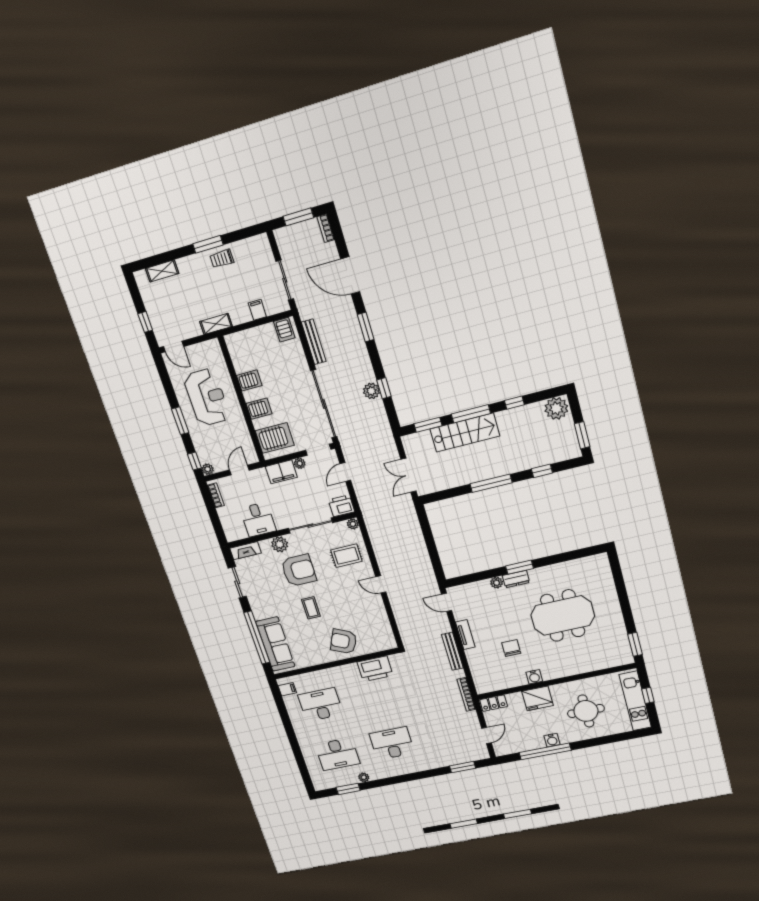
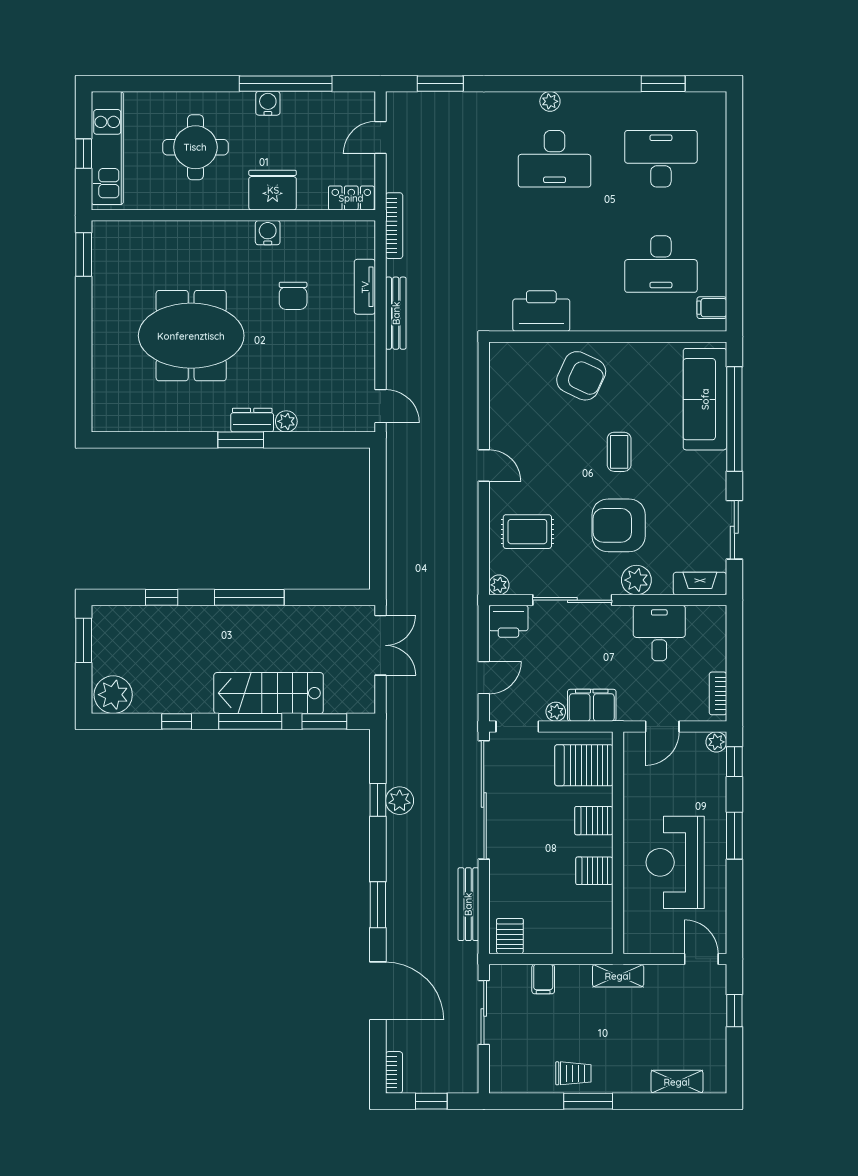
window: (298, 217) -> (431, 1101), width x0.67
tv unit: (465, 634) -> (365, 287), moved
plant: (364, 777) -> (550, 101), moved

